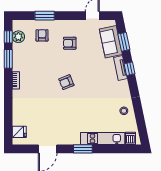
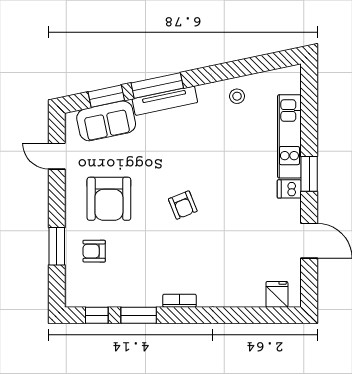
plant: (18, 37) -> (97, 296), removed
armchair: (70, 43) -> (109, 199), width x1.88, depth x1.88
tv unit: (120, 68) -> (165, 101), width x1.41
window: (130, 69) -> (157, 85), width x2.17
dishwasher: (130, 138) -> (289, 189), moved

